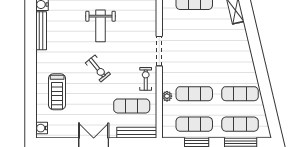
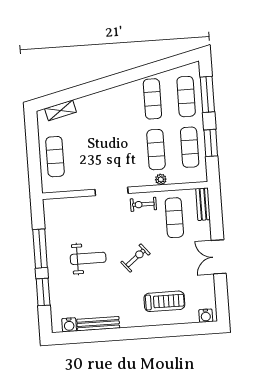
bench: (137, 133) -> (203, 204), width x0.73

